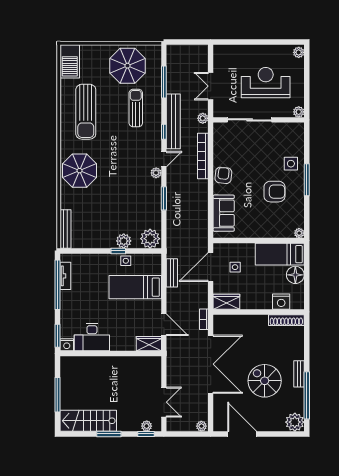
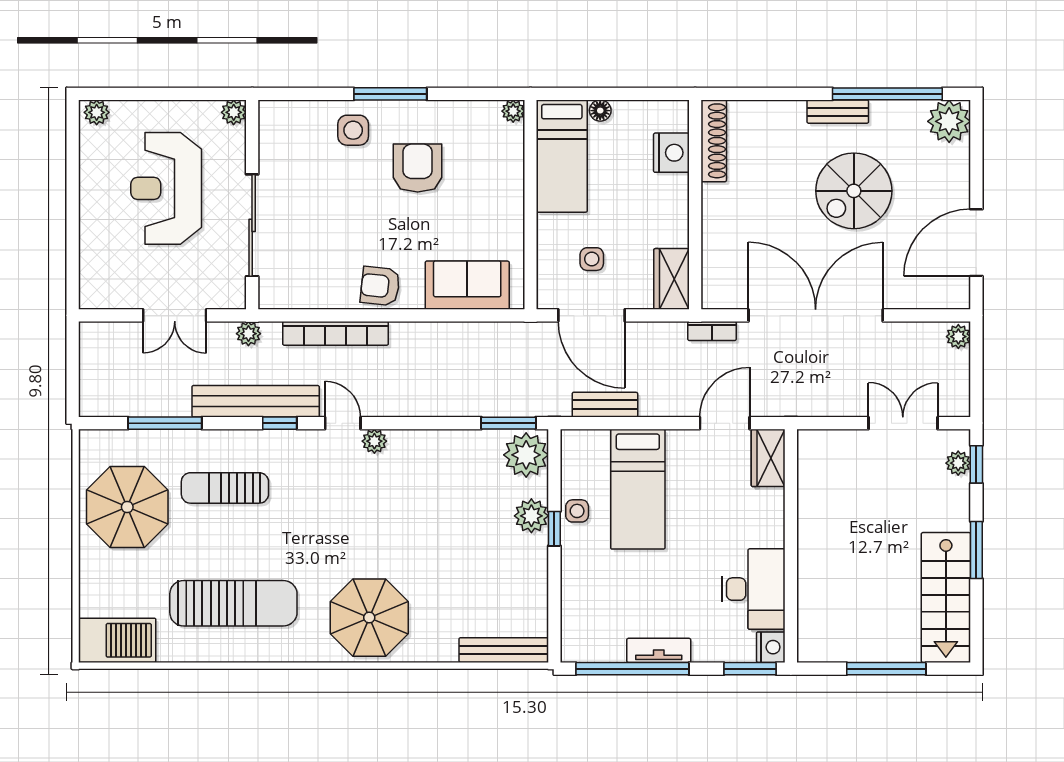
window: (164, 198) -> (509, 423), moved
floor lamp: (295, 275) -> (600, 111), width x0.53, depth x0.53
tv unit: (65, 276) -> (659, 650), moved

